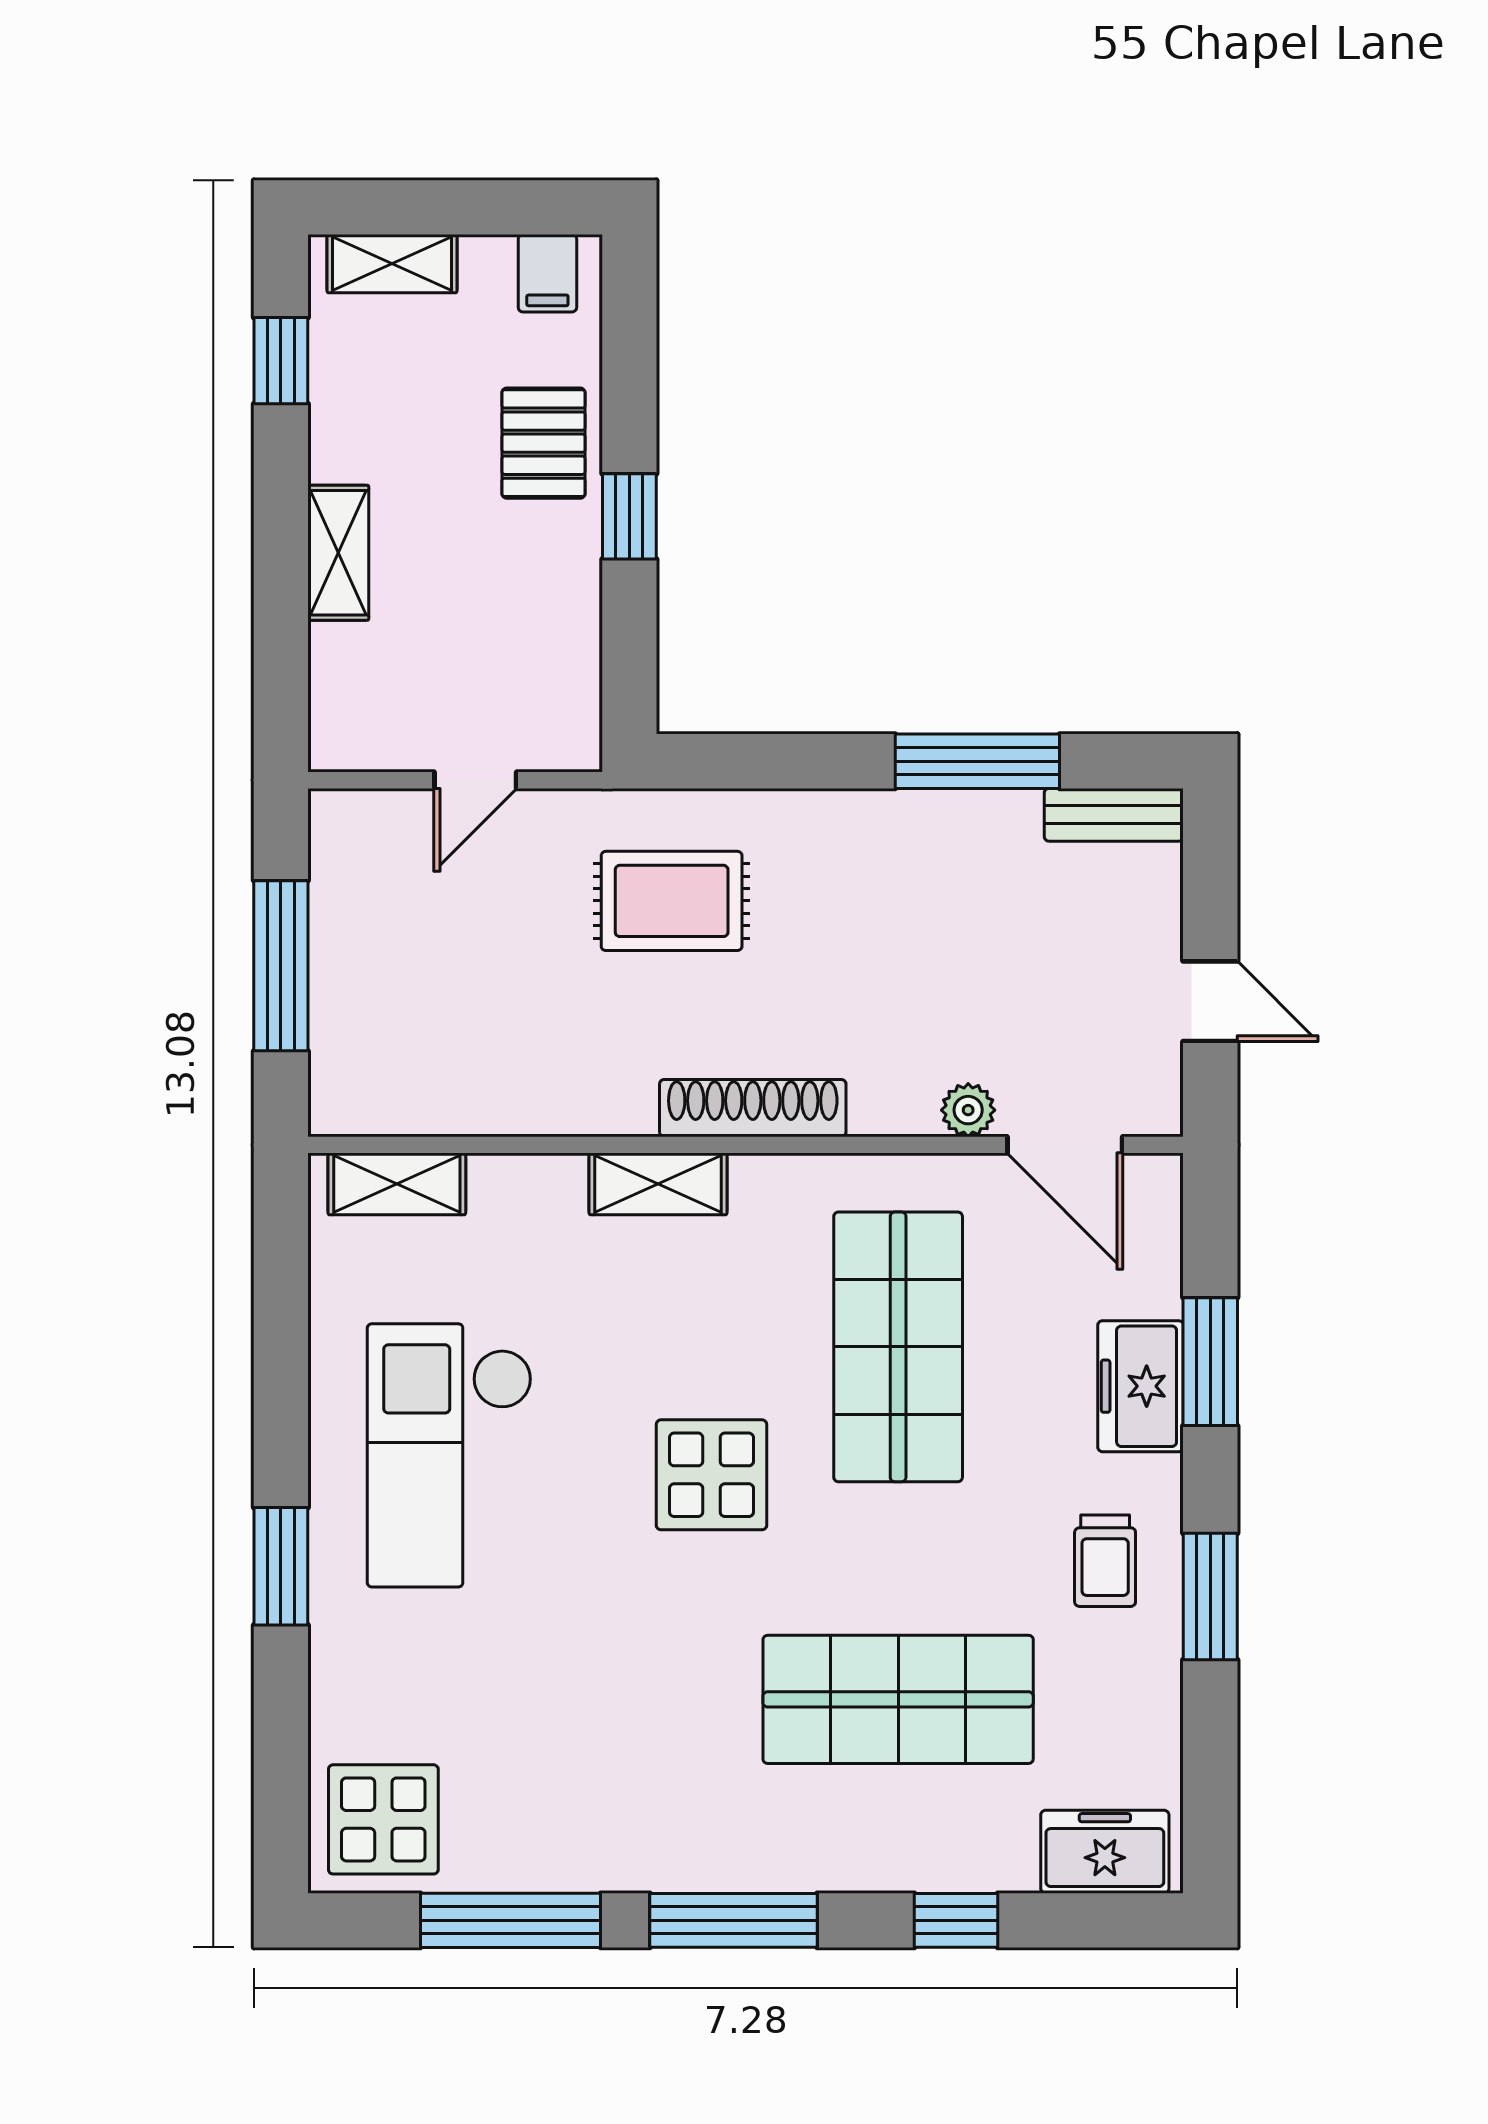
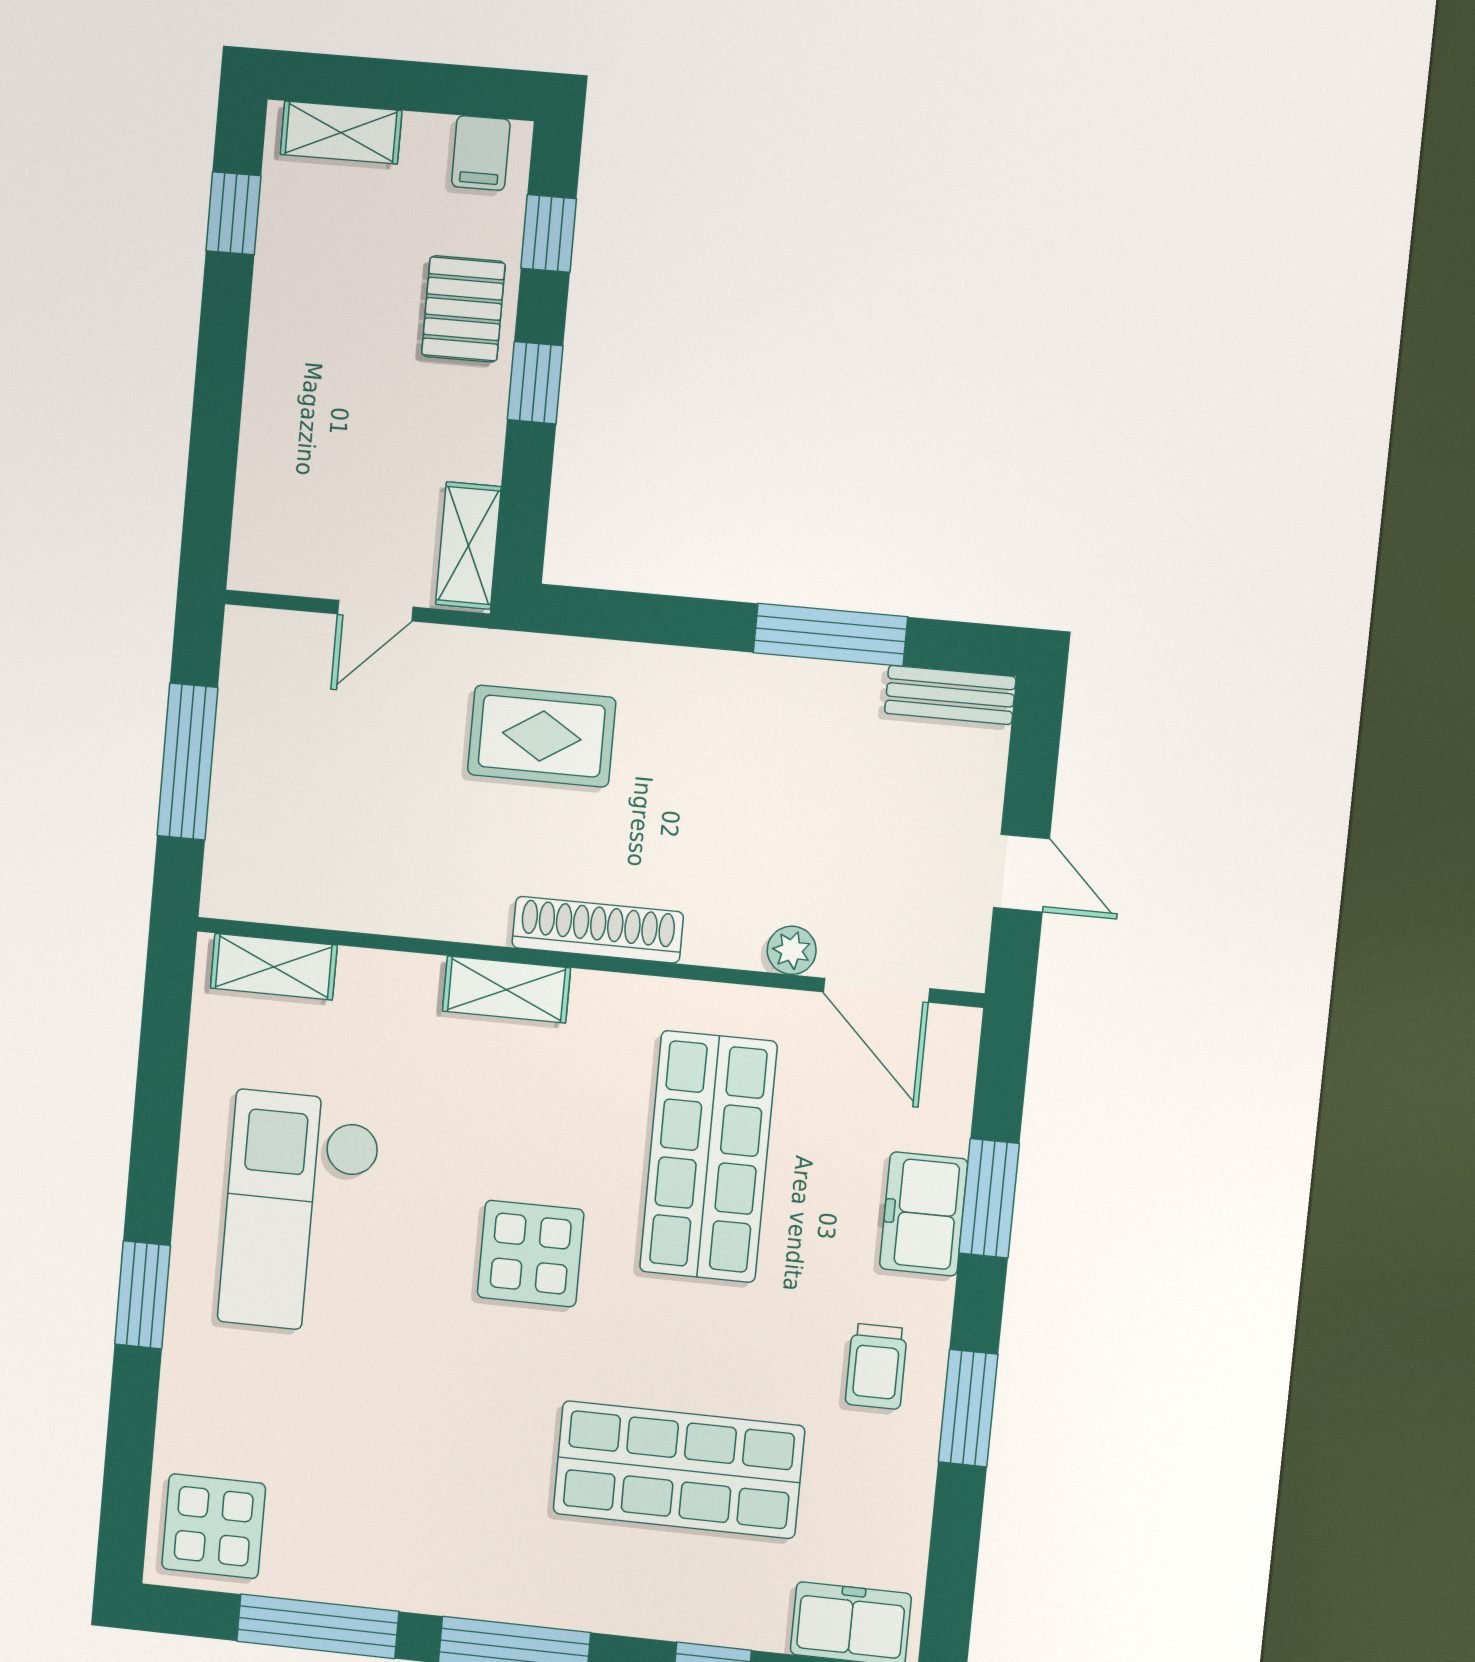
window: (629, 354) -> (549, 233), added
shelving: (338, 553) -> (468, 546), moved

